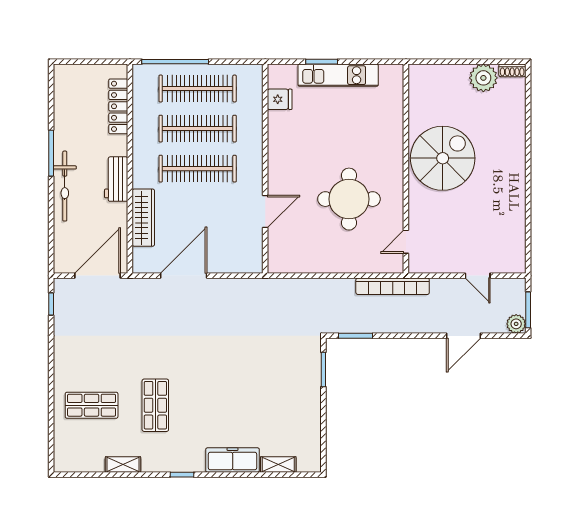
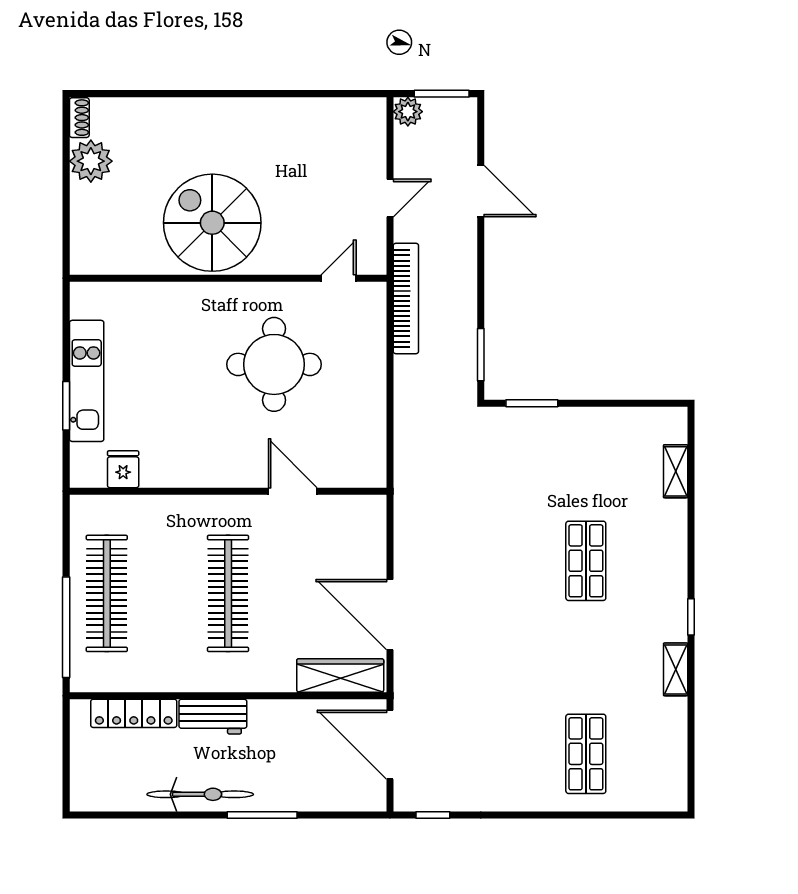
clothes rail: (198, 129) -> (167, 593), removed
window: (51, 153) -> (262, 815), moved
workbench: (116, 179) -> (213, 717), moved
bicycle: (65, 186) -> (200, 794), moved
wardrobe: (143, 218) -> (340, 675), moved
door: (406, 242) -> (339, 278), swing flipped
door: (478, 276) -> (390, 198), moved
plant: (516, 324) -> (408, 112), moved
shop shelf: (155, 405) -> (586, 561), moved, turned 90
freezer: (233, 460) -> (669, 541), removed
shelving: (123, 465) -> (676, 669), moved

